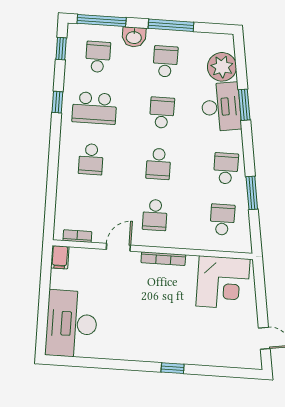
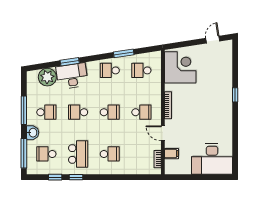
window: (61, 49) -> (55, 177), moved
school desk: (165, 61) -> (46, 112), turned 180
filing cabinet: (60, 257) -> (171, 154), moved

